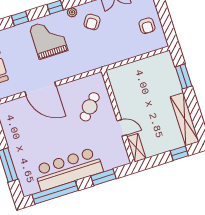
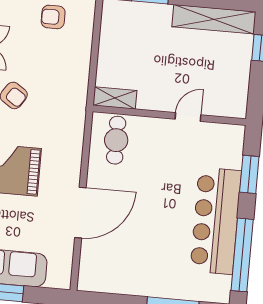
armchair: (147, 26) -> (53, 17), turned 180
cafe table: (90, 107) -> (116, 140), moved, turned 48
shelving: (136, 148) -> (115, 98), moved

